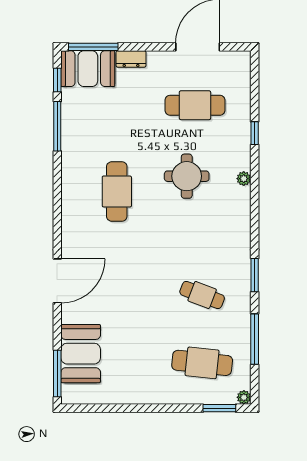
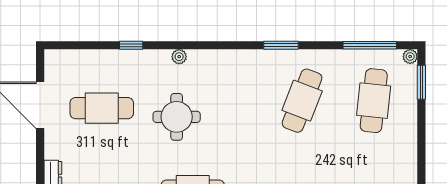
cafe table: (195, 105) -> (102, 108), turned 90
cafe table: (202, 295) -> (302, 101), width x1.37, depth x1.35
window: (255, 339) -> (370, 45), moved

